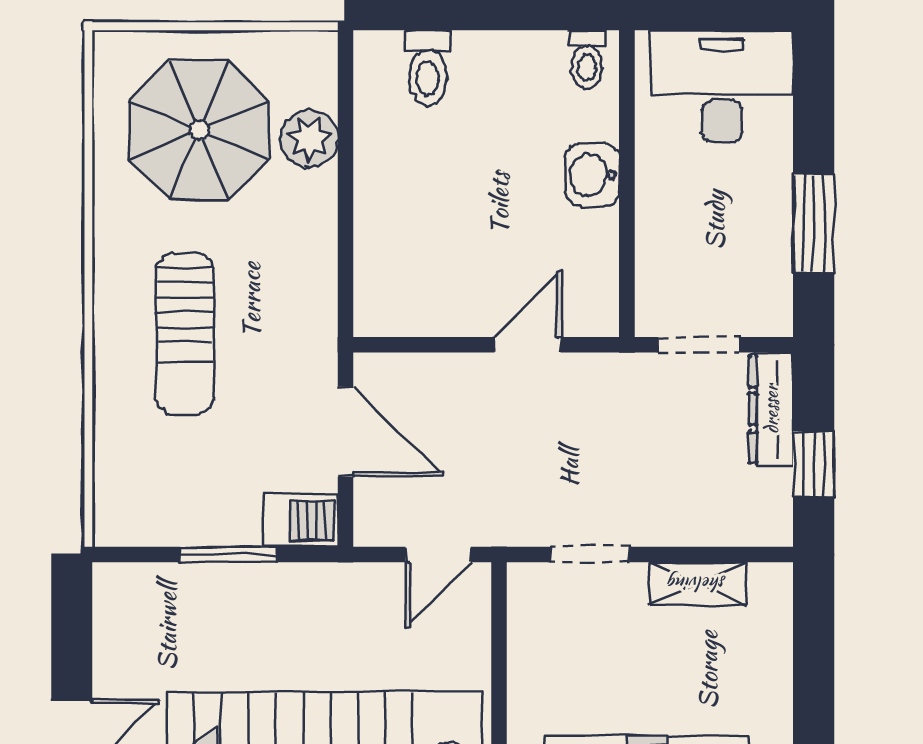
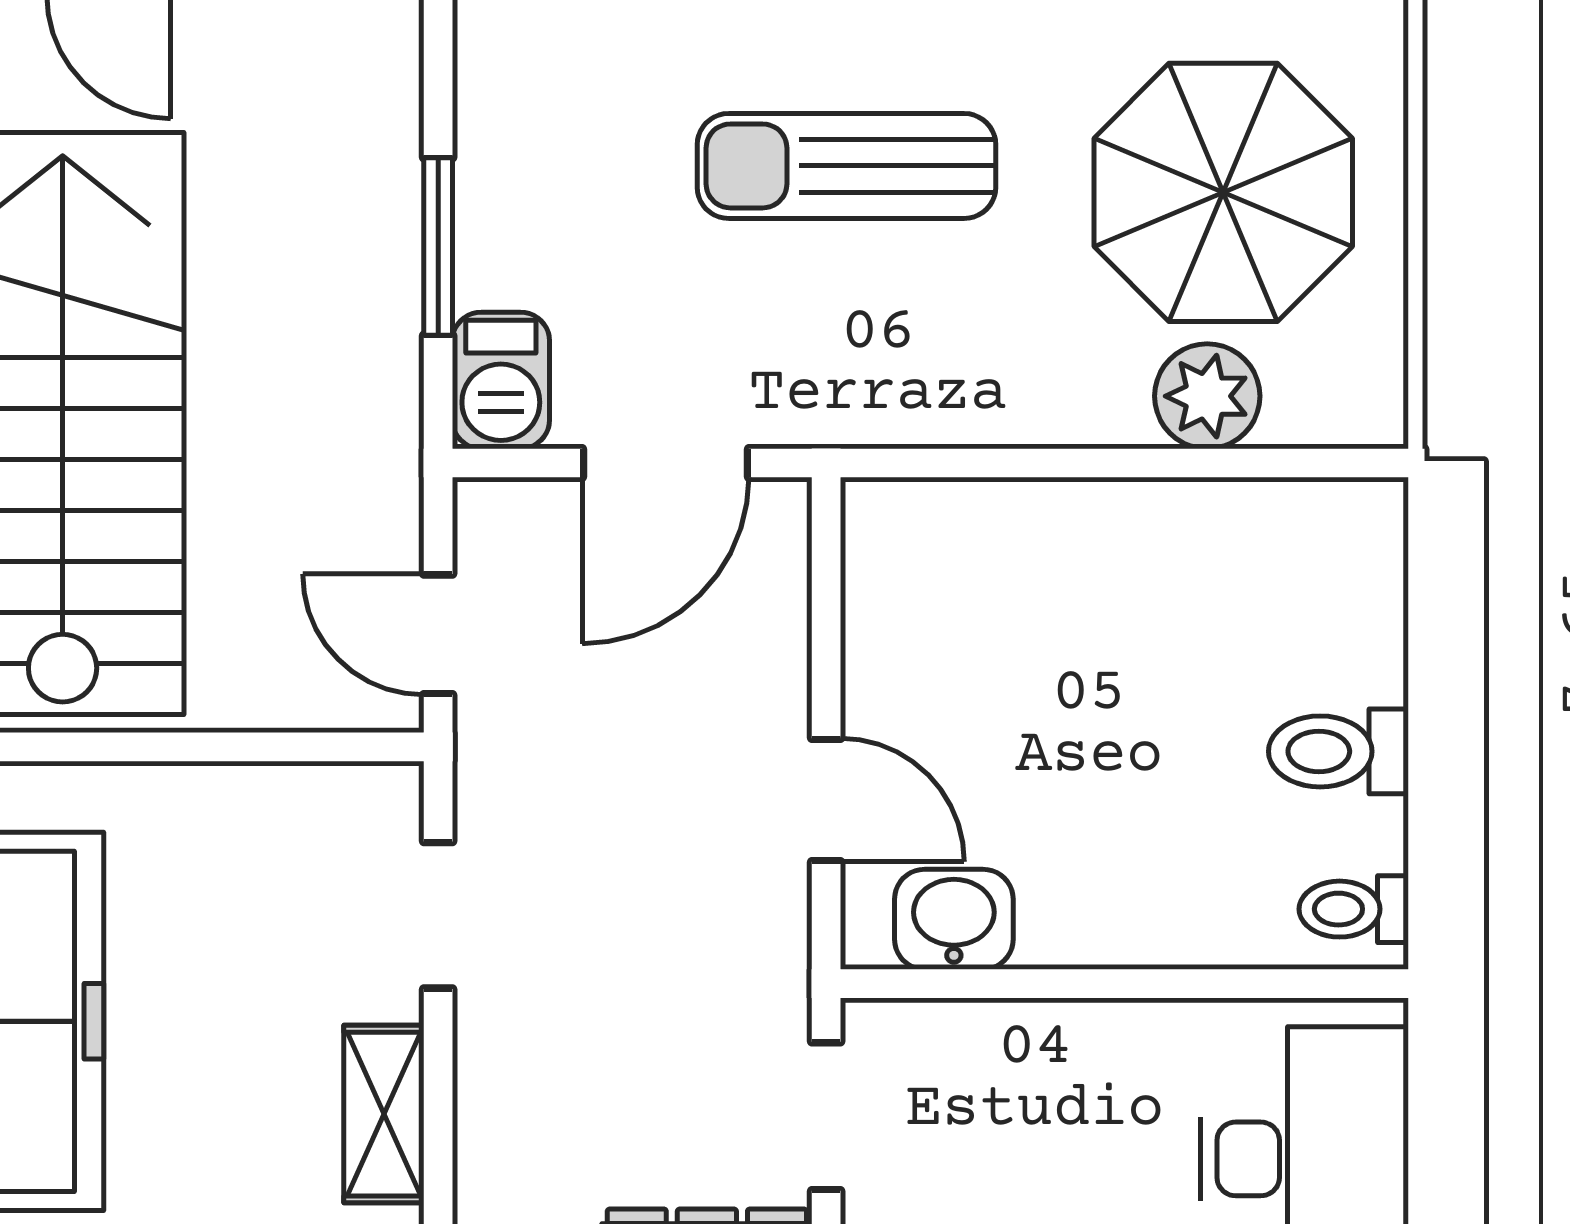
toilet: (428, 68) -> (1338, 751), moved
washbasin: (592, 175) -> (954, 919), moved

